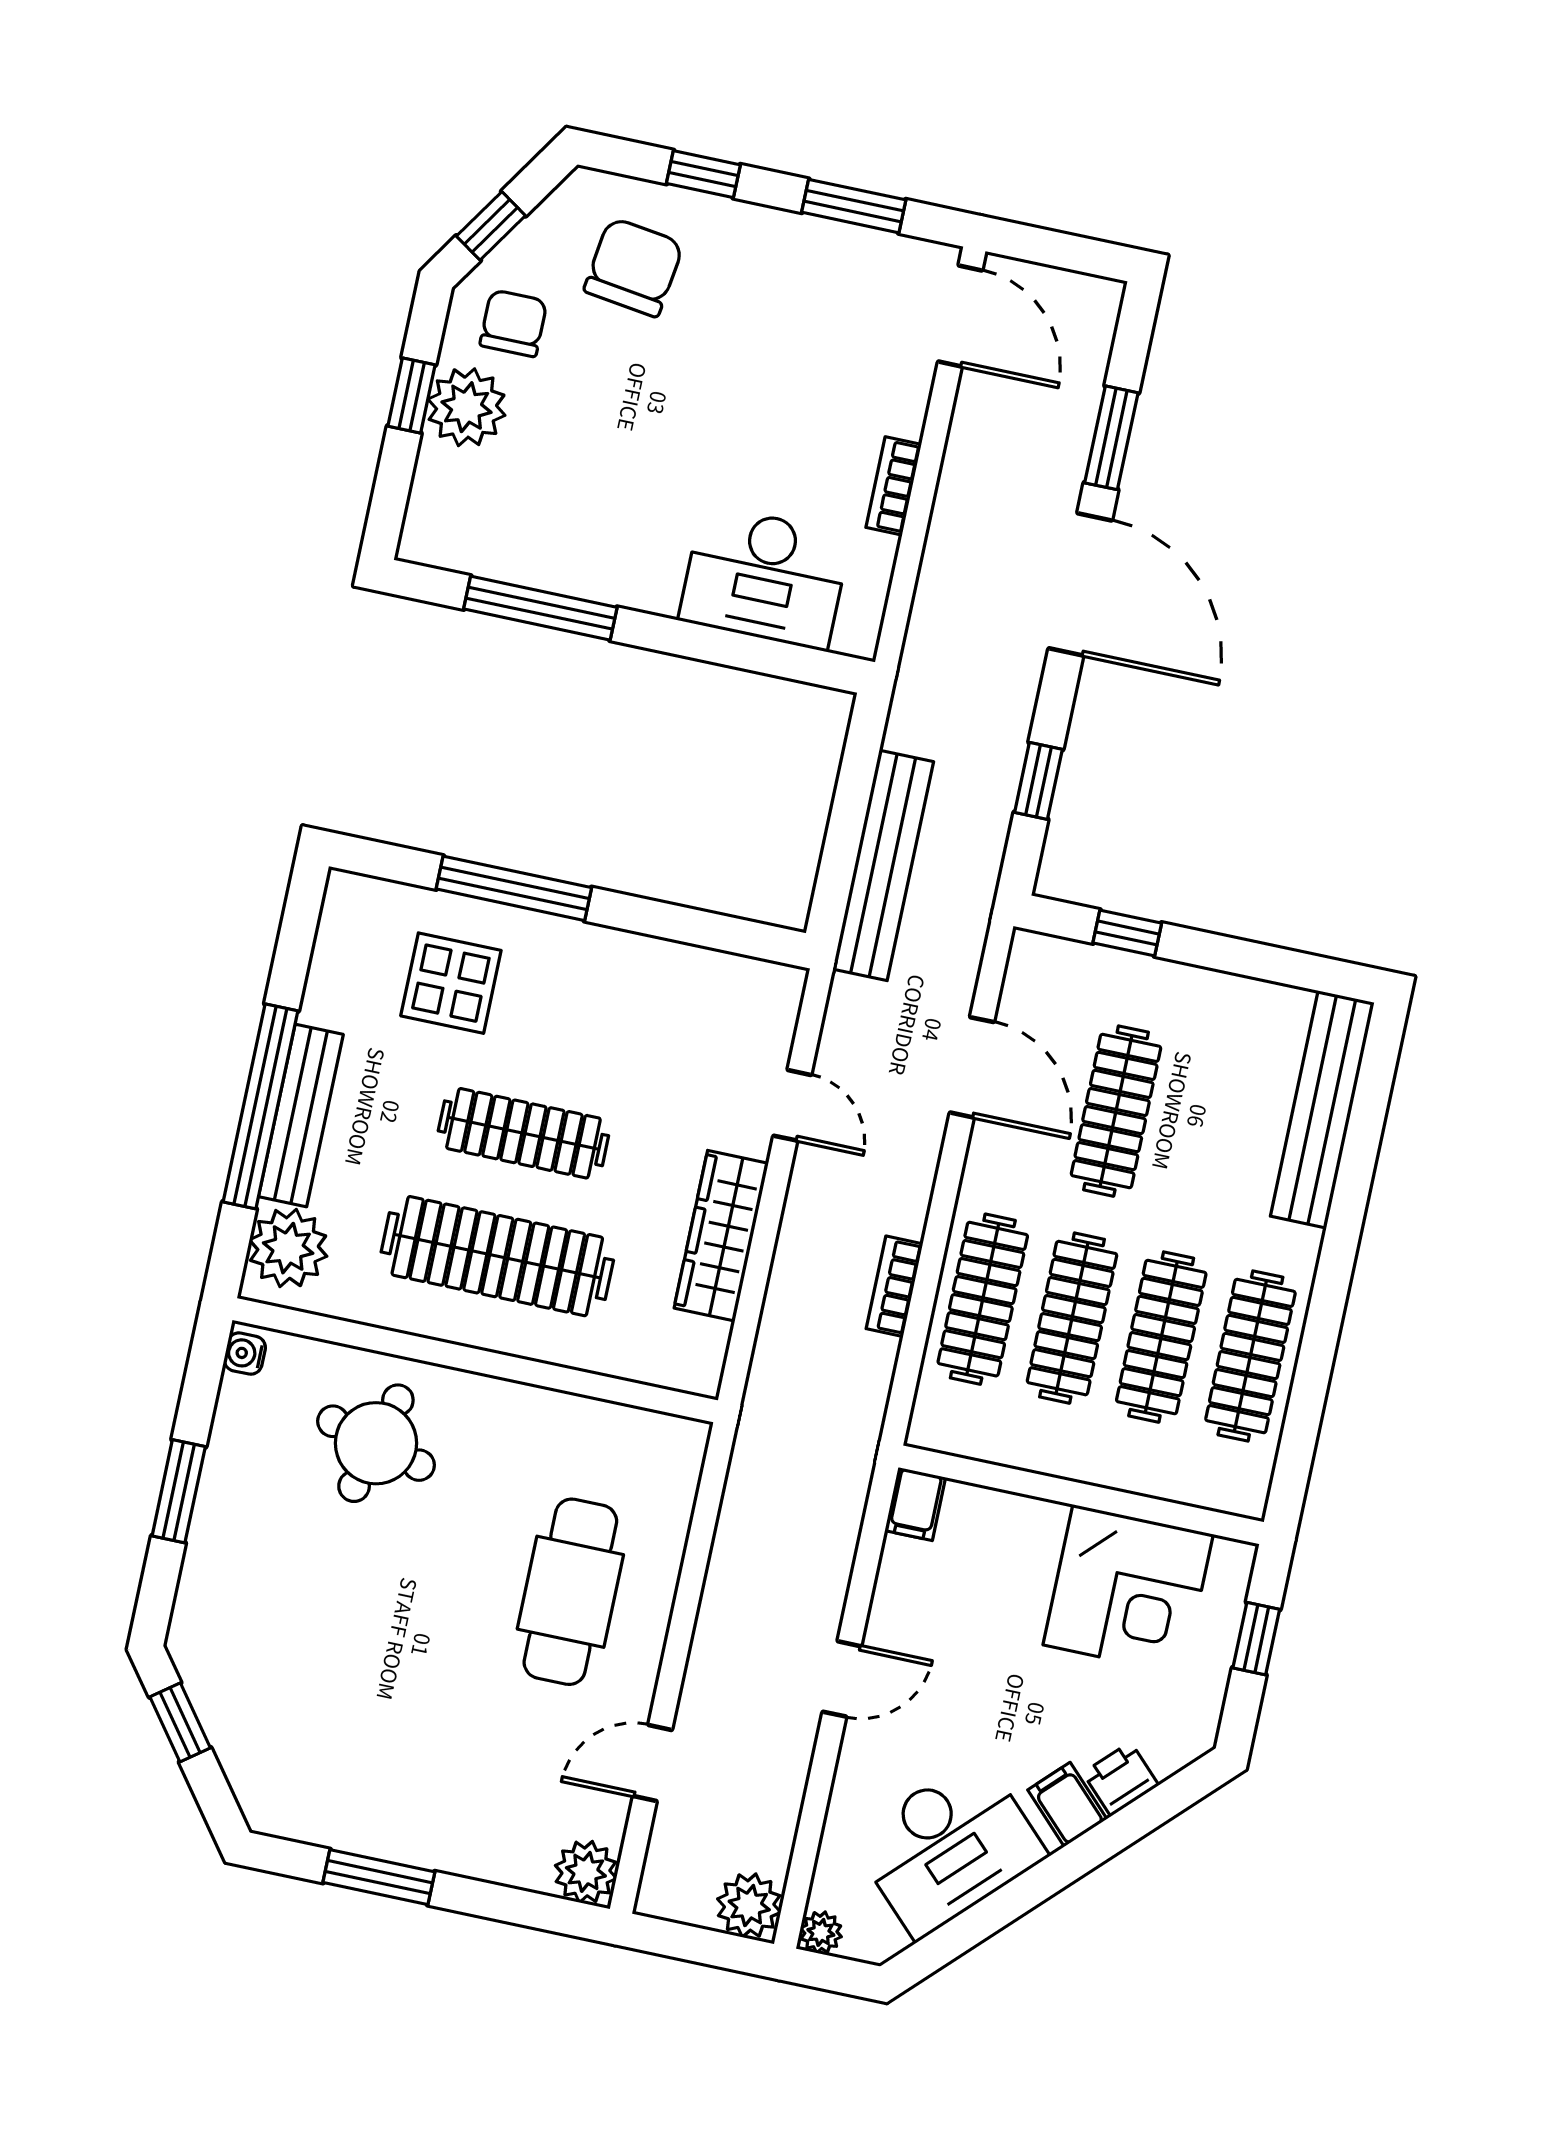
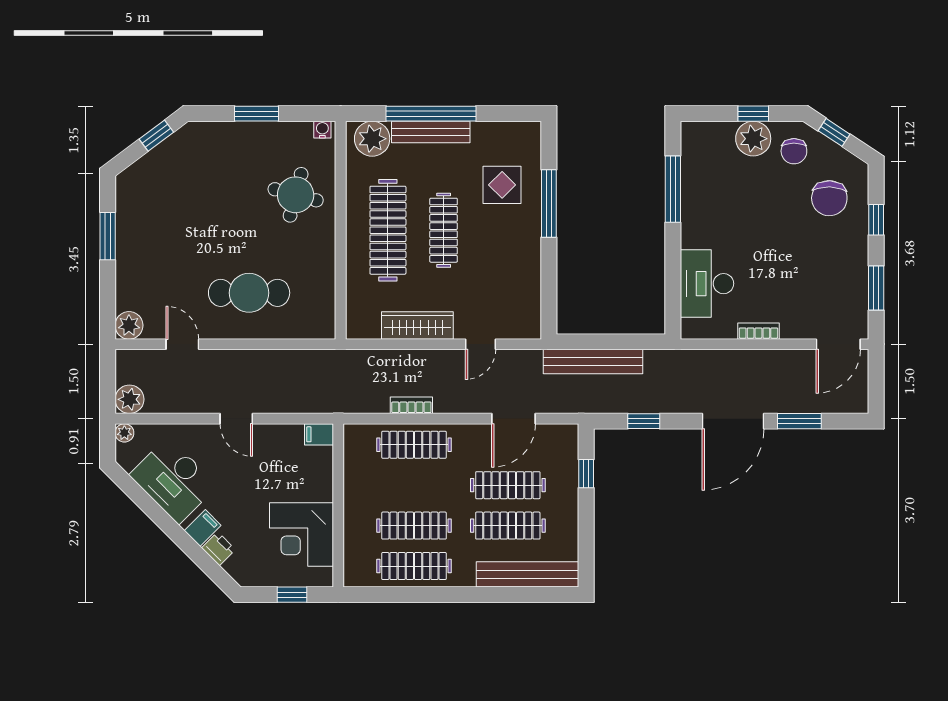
chair: (634, 267) -> (829, 198), turned 84
chair: (513, 323) -> (794, 151), turned 90
clothes rail: (1072, 1318) -> (508, 526), moved

